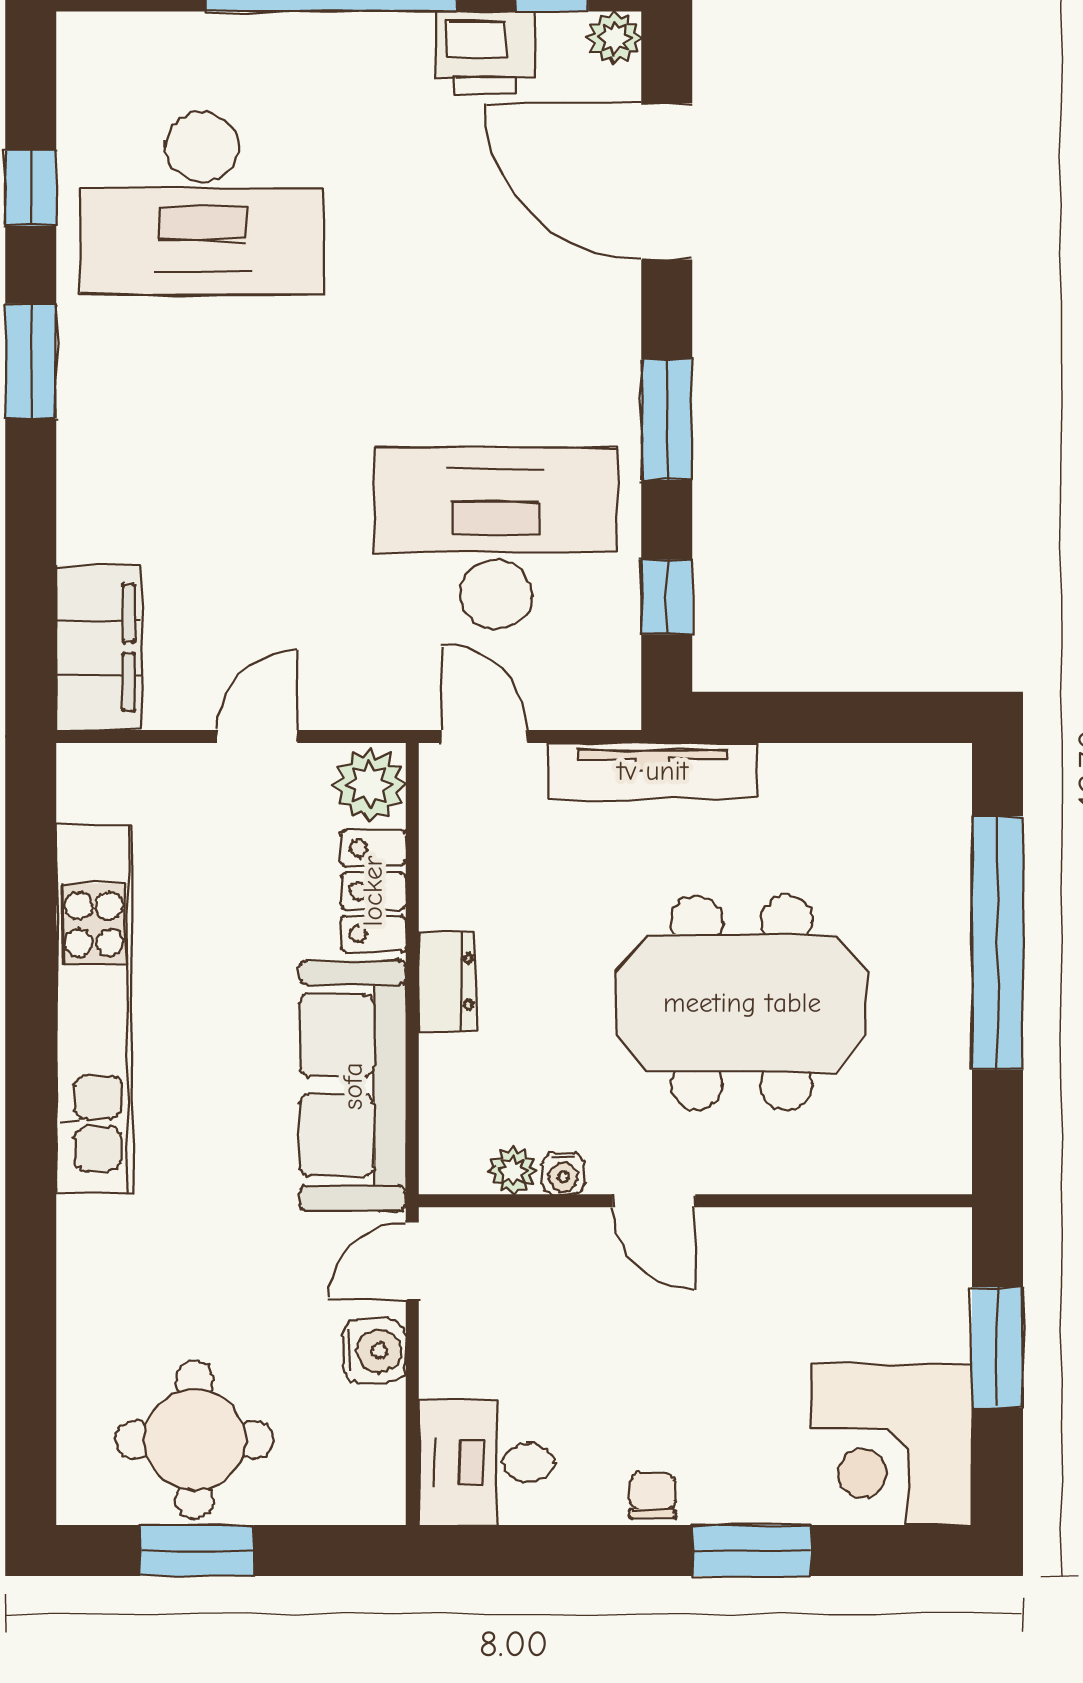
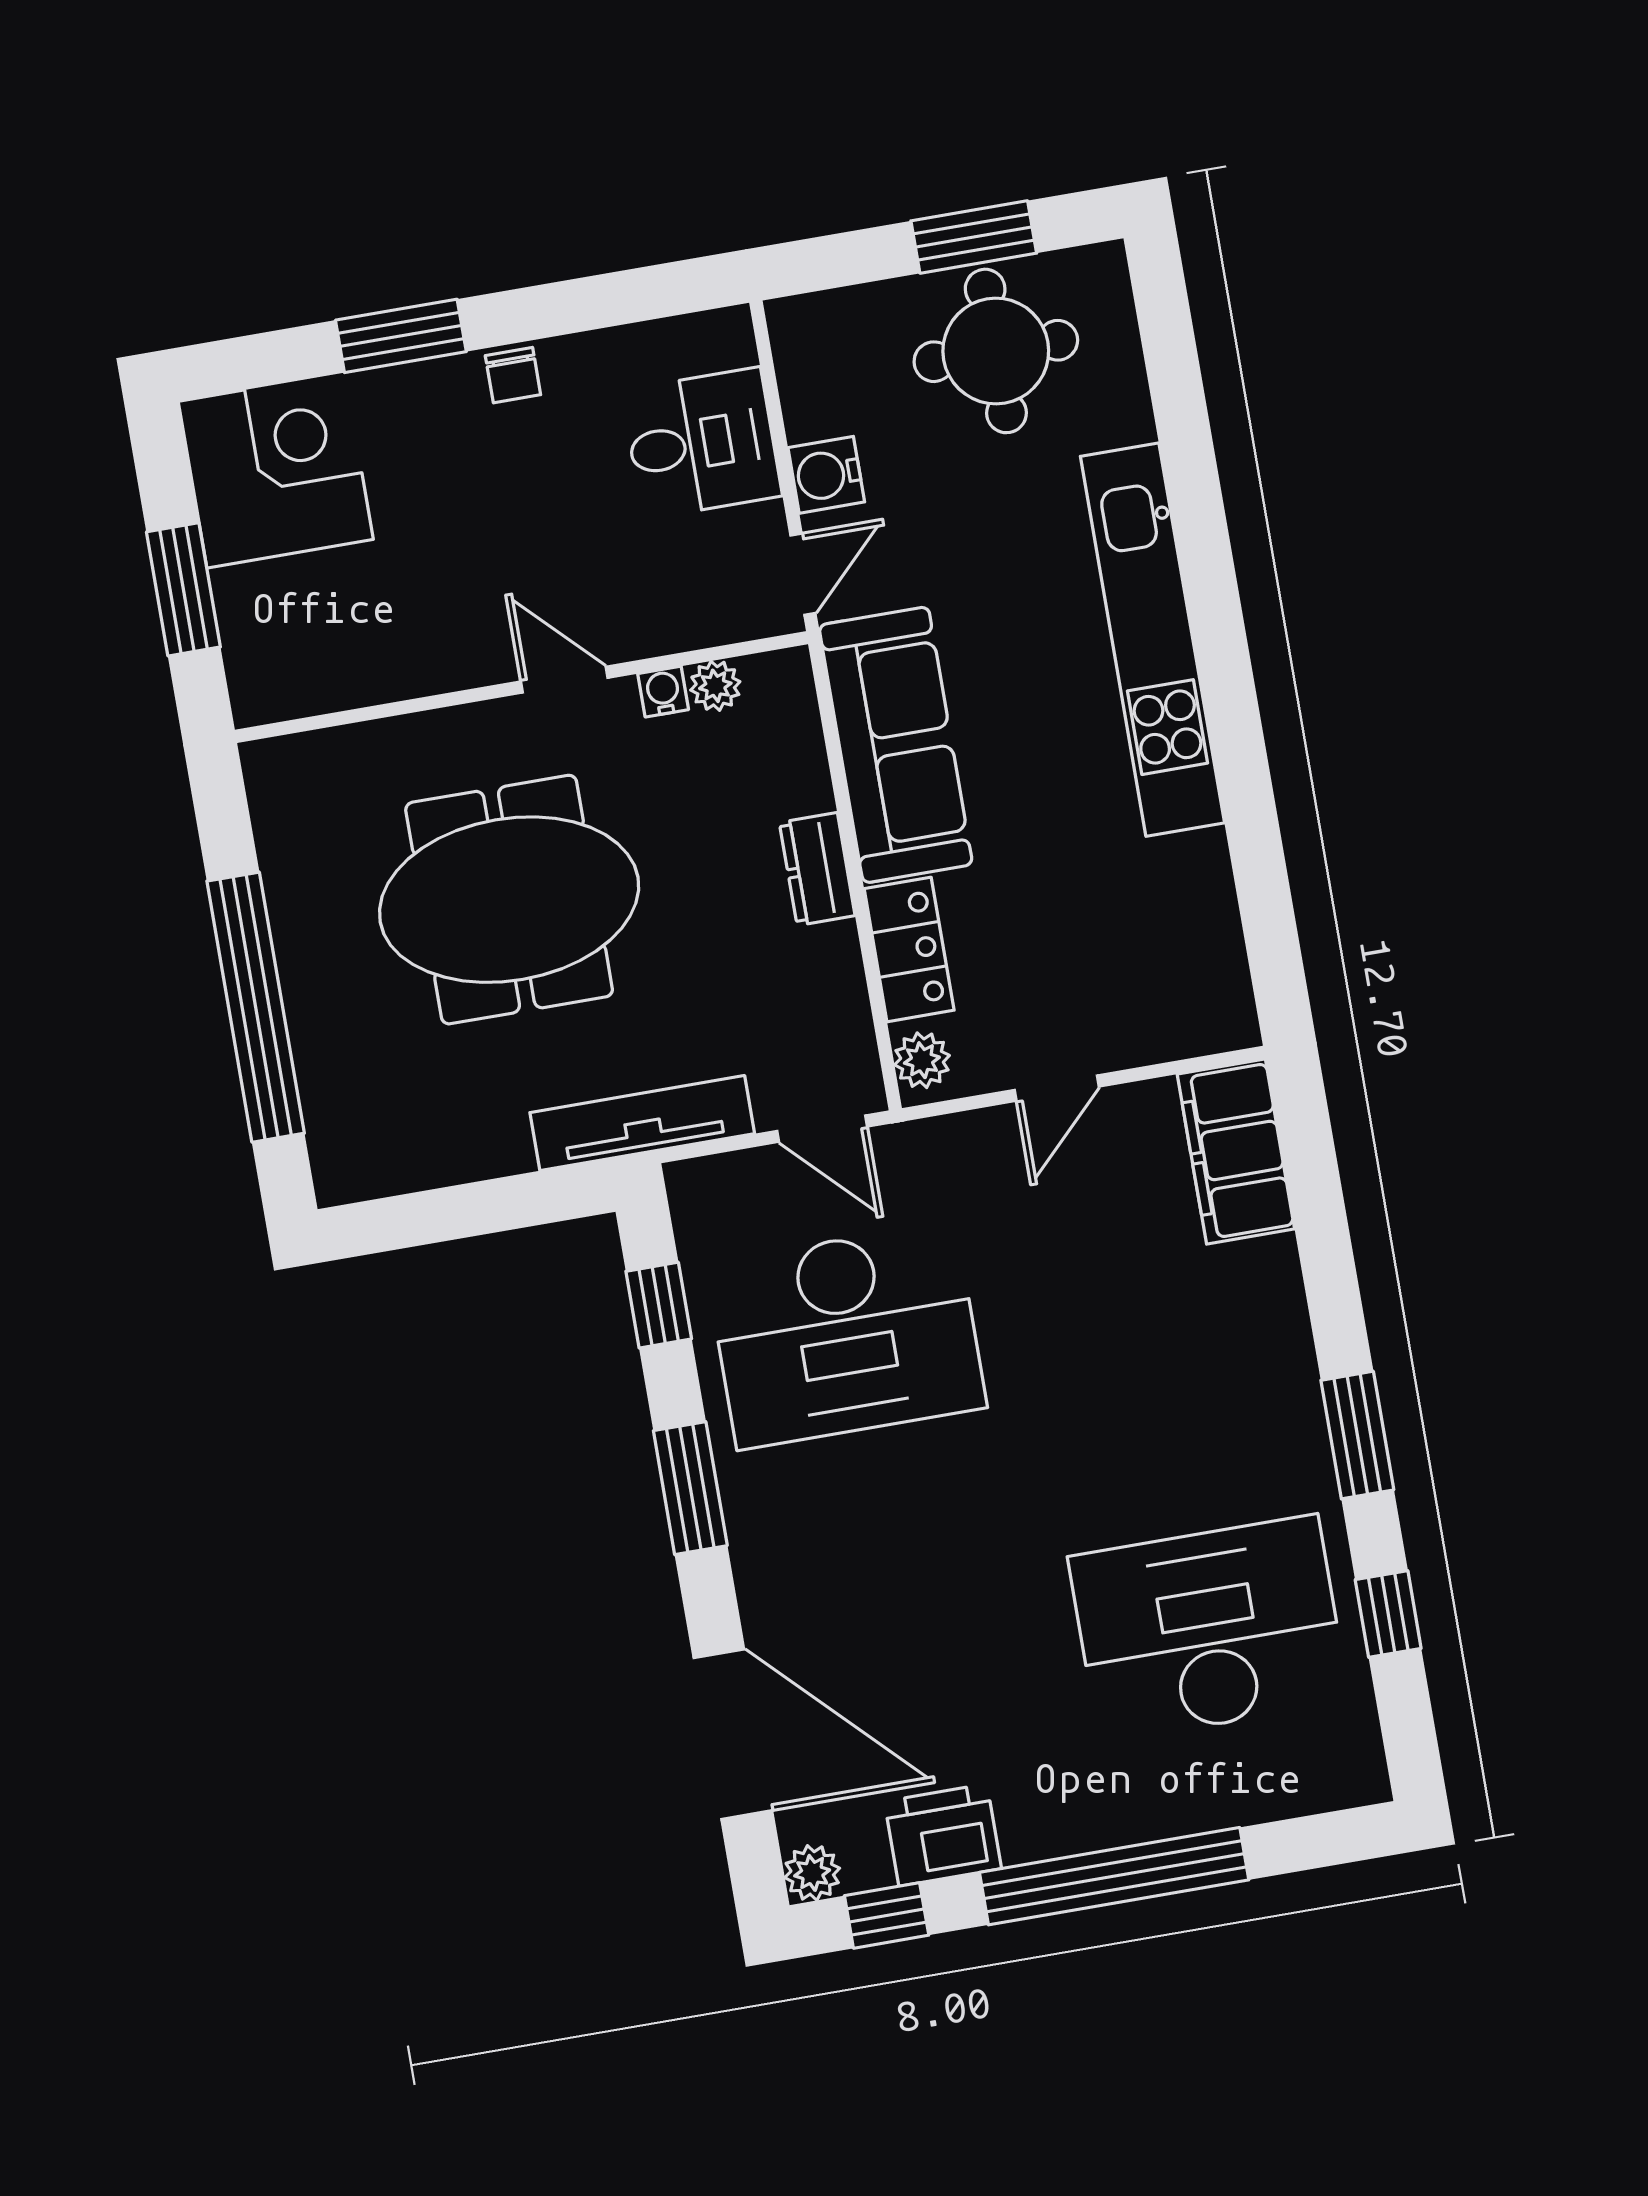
plant: (369, 785) -> (922, 1060), width x0.73, depth x0.73
kitchen unit: (94, 1009) -> (1152, 640), moved
desk: (486, 1462) -> (702, 443), moved

